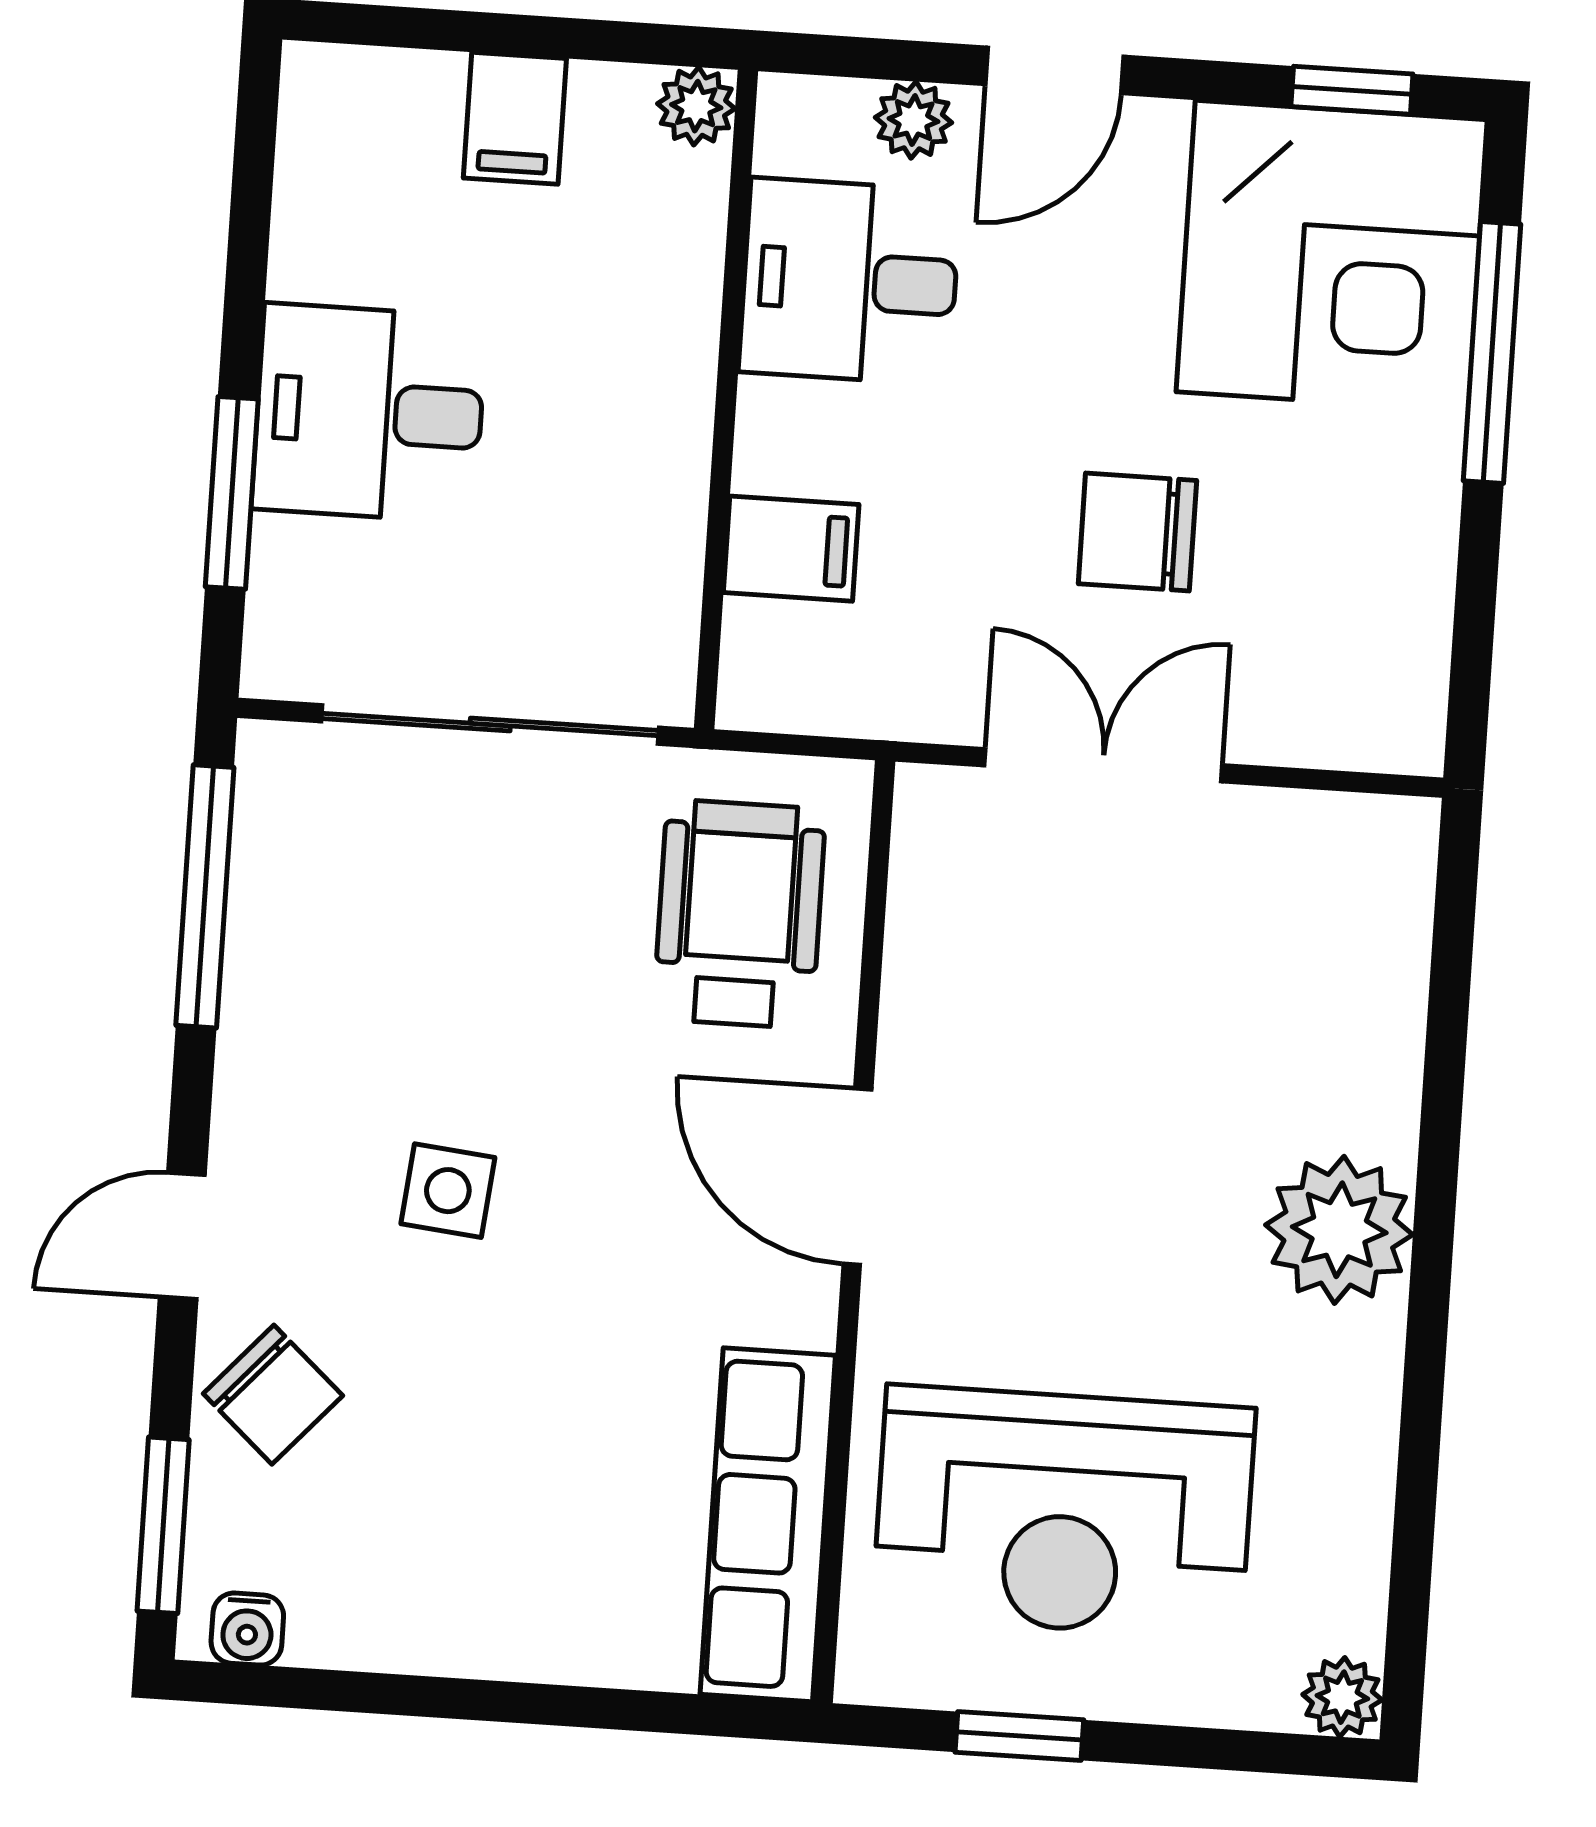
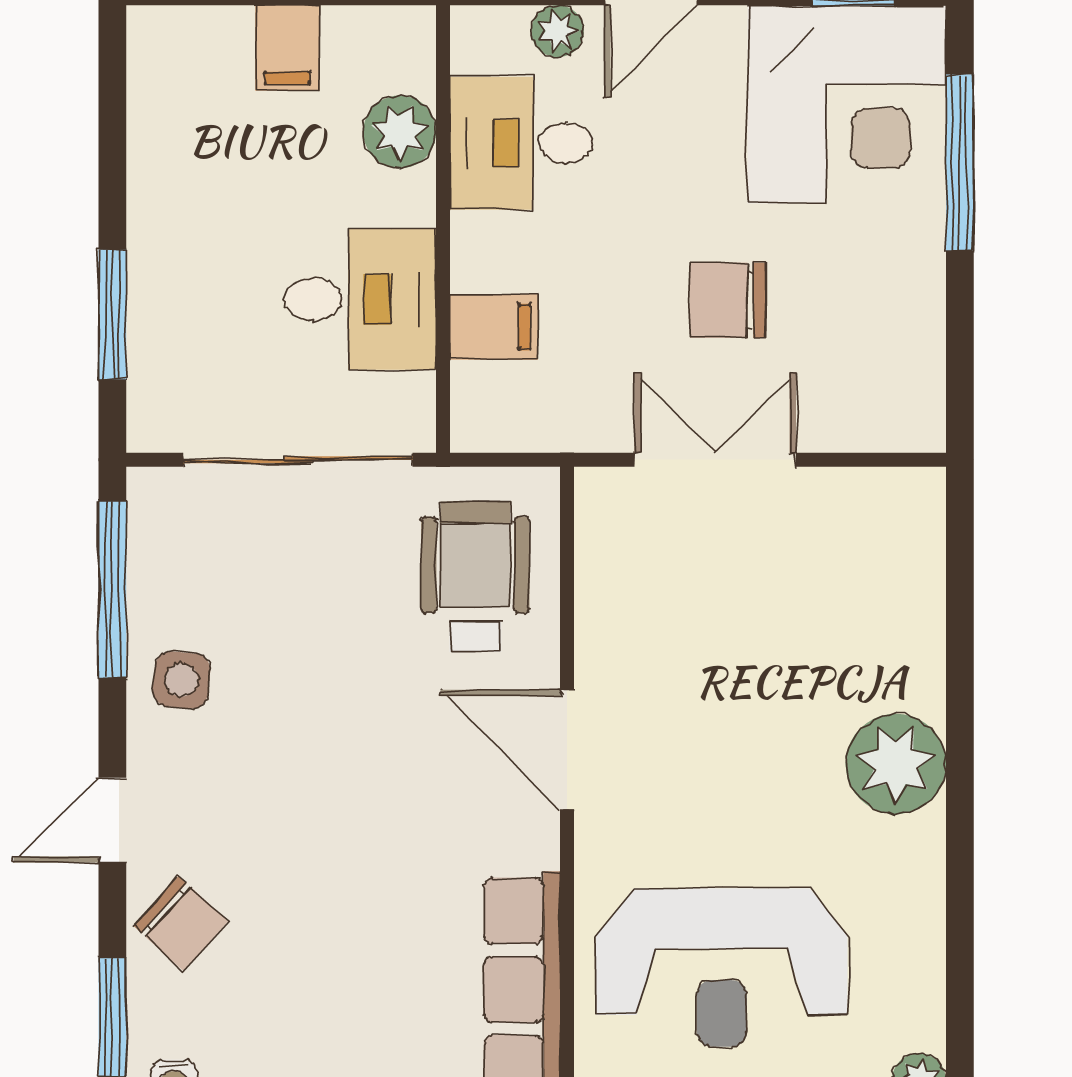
plant: (696, 106) -> (400, 132), moved, width x1.38, depth x1.38
desk: (369, 413) -> (360, 299), moved, turned 180
side table: (448, 1191) -> (181, 680), moved

